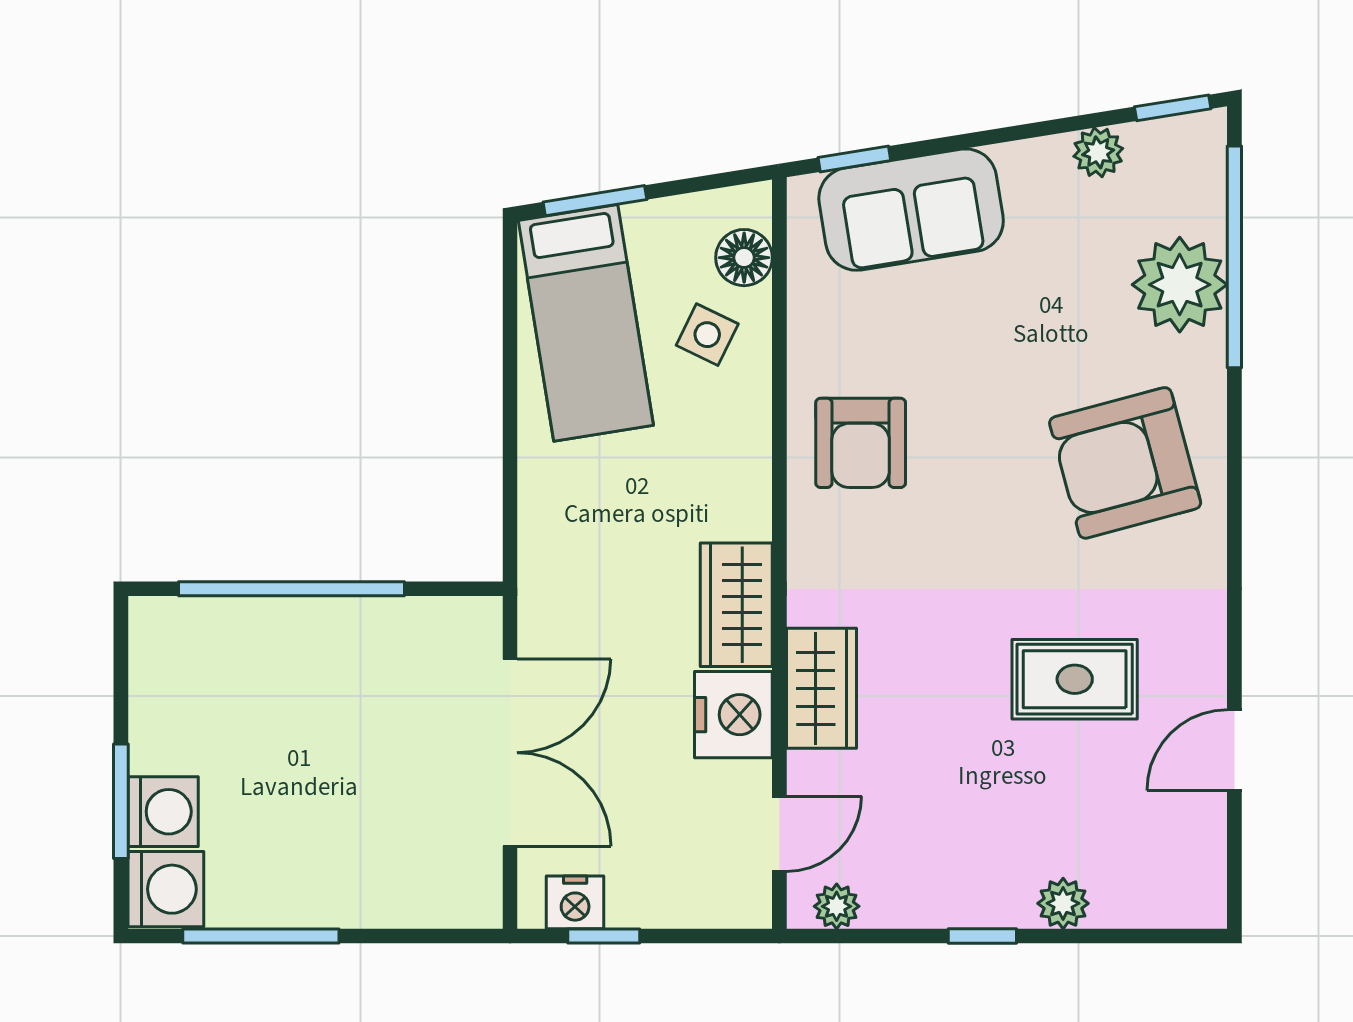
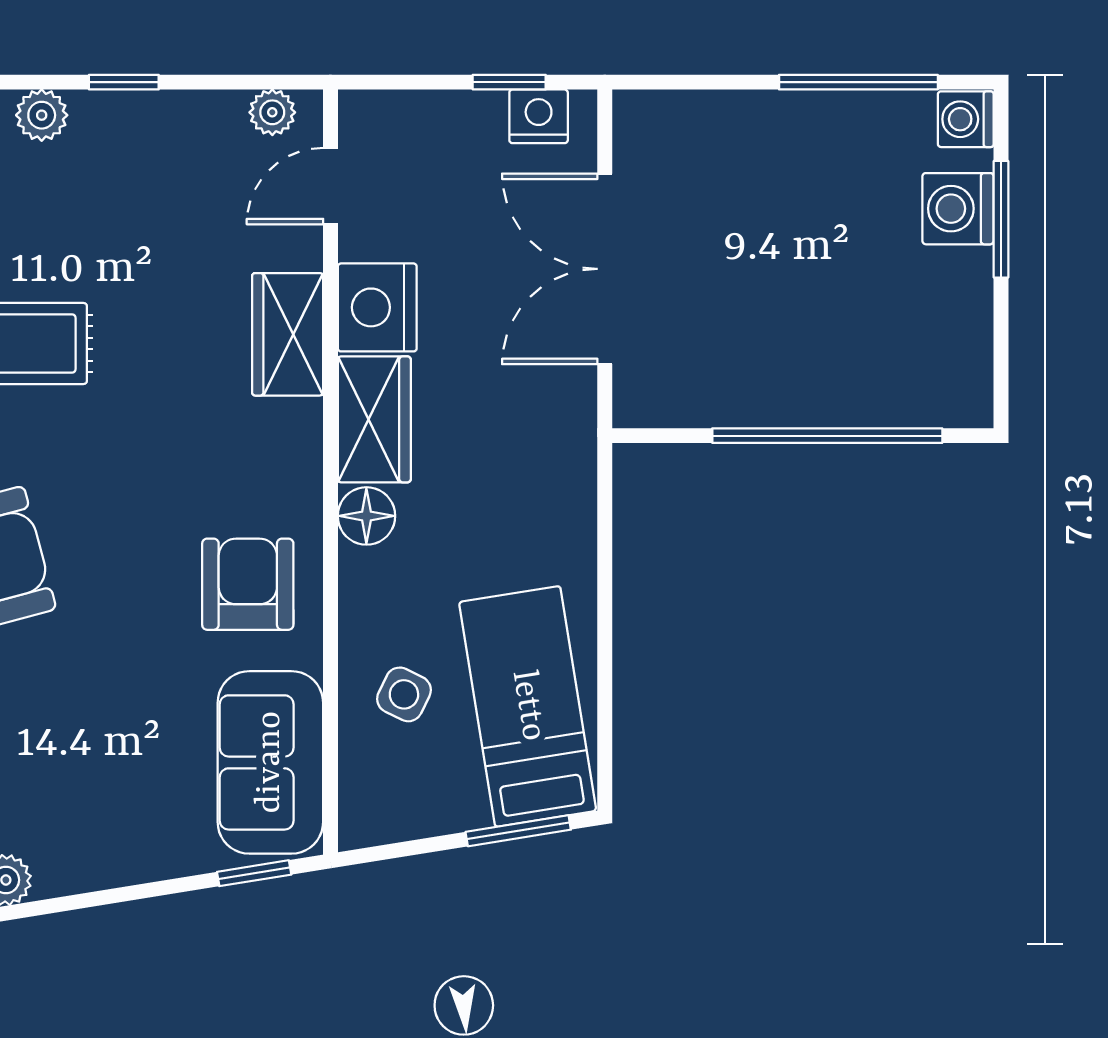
sofa: (911, 210) -> (270, 762), moved, turned -81
floor lamp: (744, 258) -> (366, 516), moved
washing machine: (166, 889) -> (966, 119), width x0.73, depth x0.73

